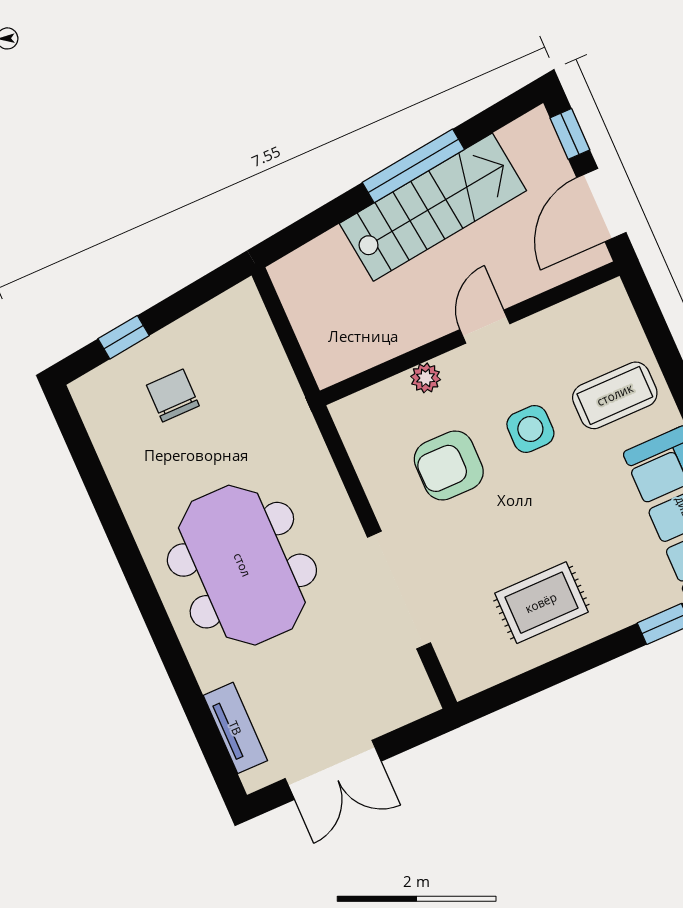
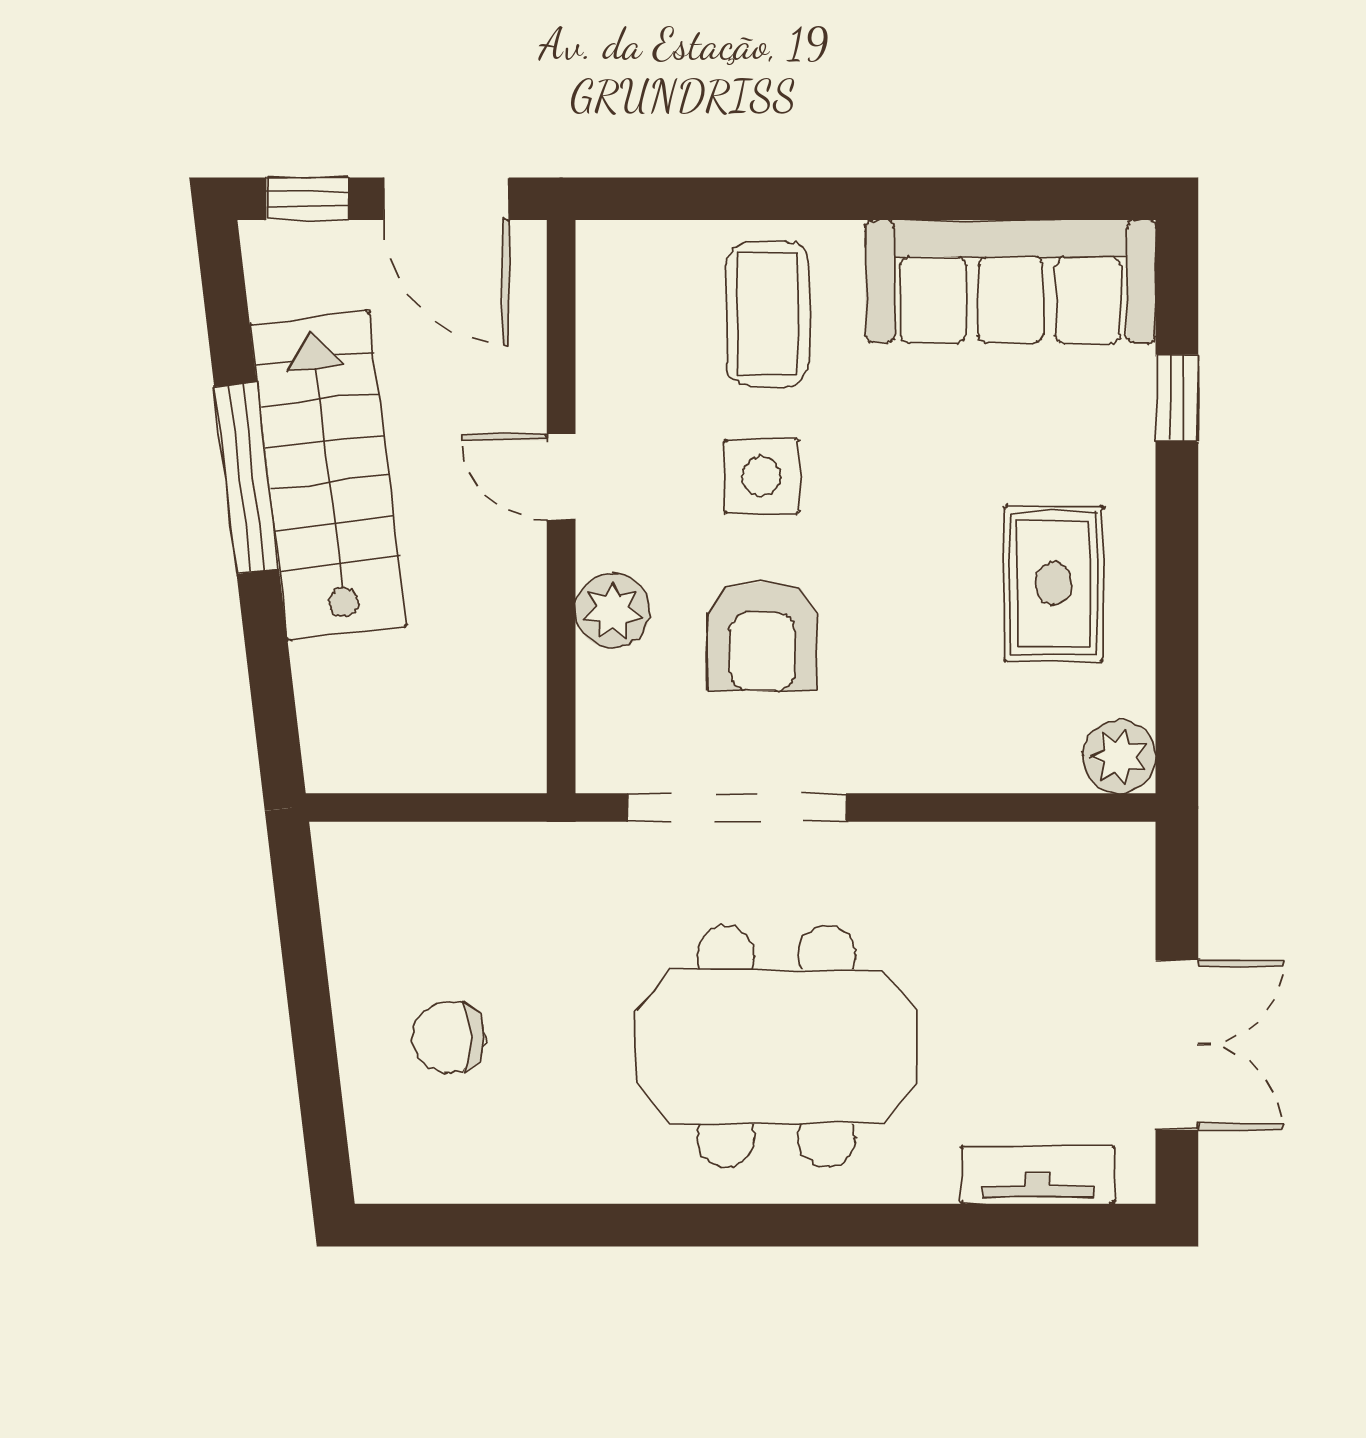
window: (124, 337) -> (318, 1076), removed
plant: (426, 378) -> (613, 611), width x1.38, depth x1.38
doorway: (399, 590) -> (737, 808), moved
plant: (468, 675) -> (1119, 757), added

